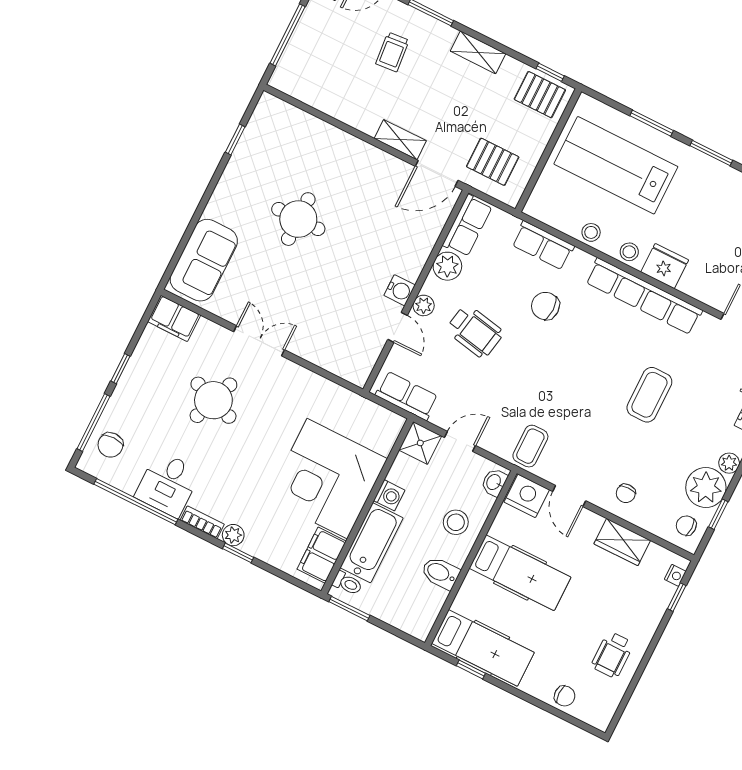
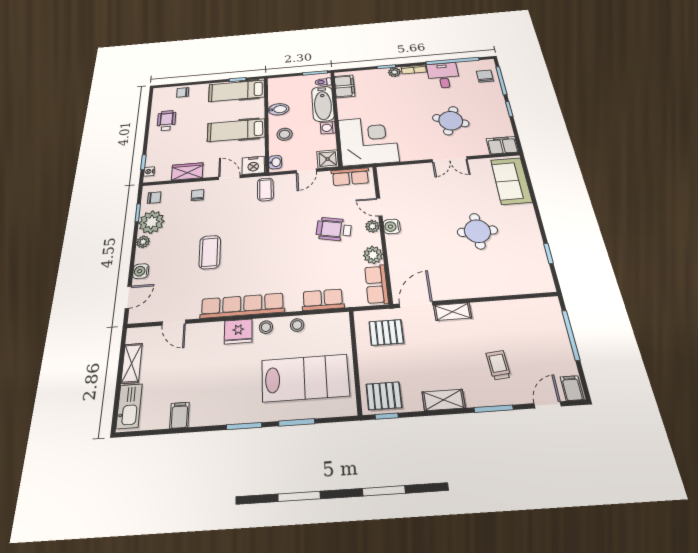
chair: (545, 306) -> (300, 266), removed
corner desk: (327, 479) -> (368, 141), moved

